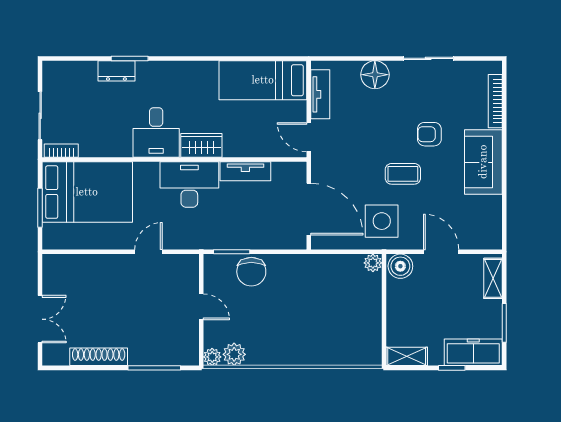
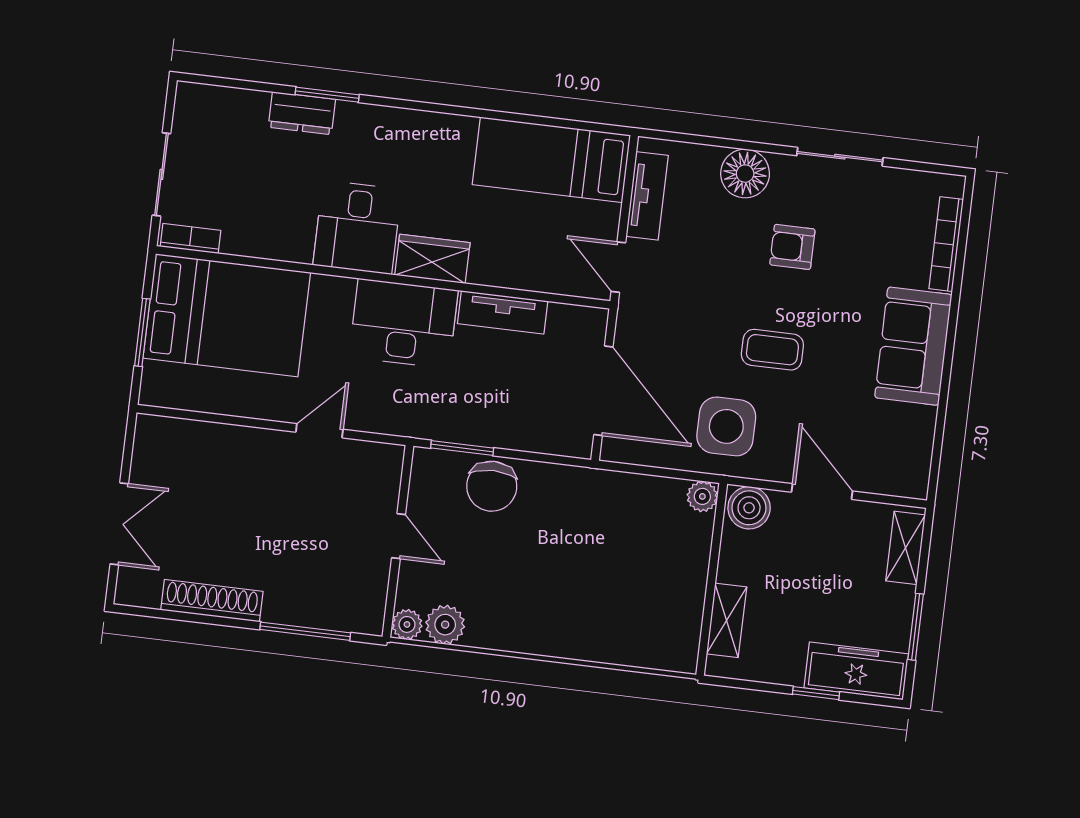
armchair: (429, 134) -> (792, 247), moved
shelving: (407, 356) -> (727, 620), moved, turned 90

